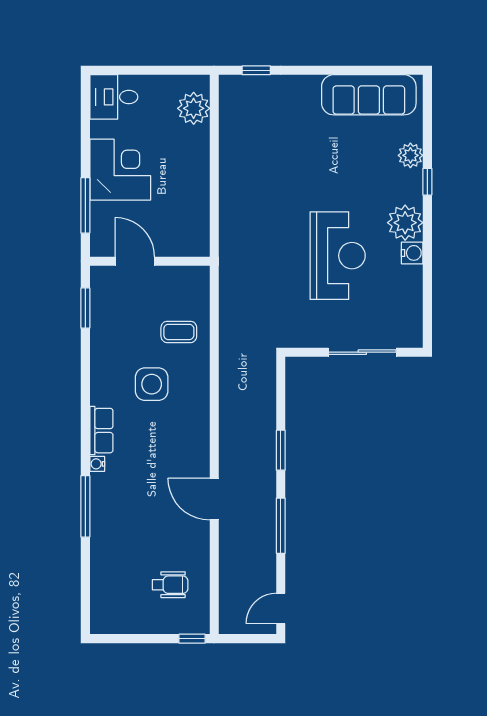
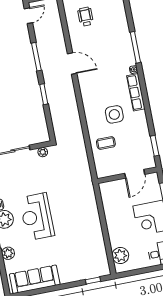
reception desk: (338, 256) -> (37, 217), moved
door: (135, 261) -> (135, 174), hinge flipped
plant: (305, 338) -> (43, 152), added
row of seats: (101, 431) -> (136, 92), width x1.48
wheelchair: (170, 585) -> (86, 17), turned 90

